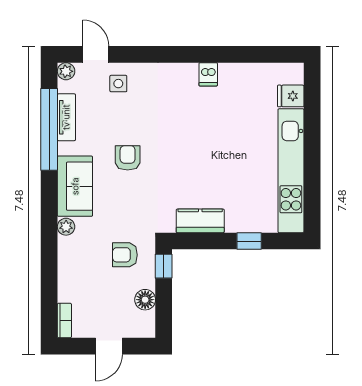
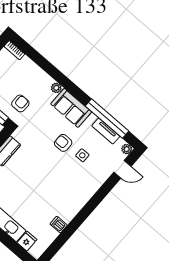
dishwasher: (208, 74) -> (59, 225), moved
side table: (118, 84) -> (82, 155), moved
armchair: (128, 158) -> (63, 143), turned 180

